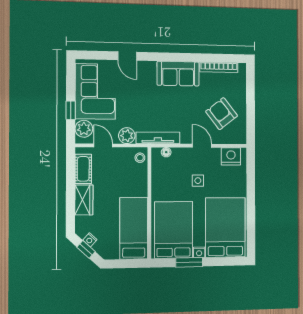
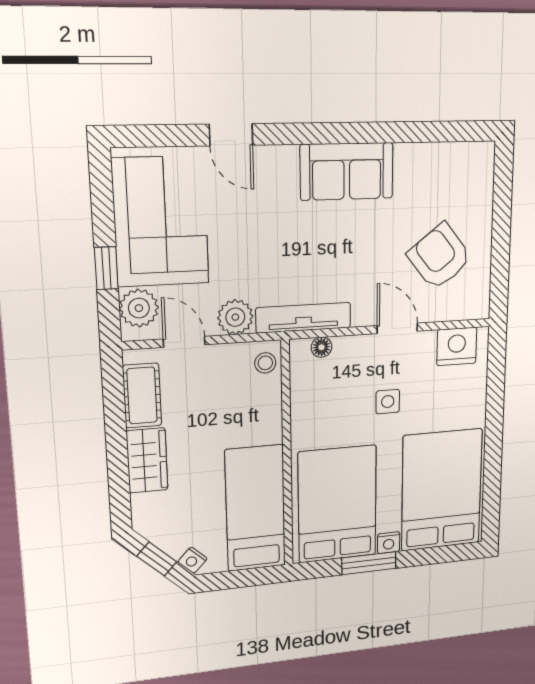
bookcase: (219, 67) -> (436, 153), removed
nightstand: (90, 240) -> (193, 560), moved

